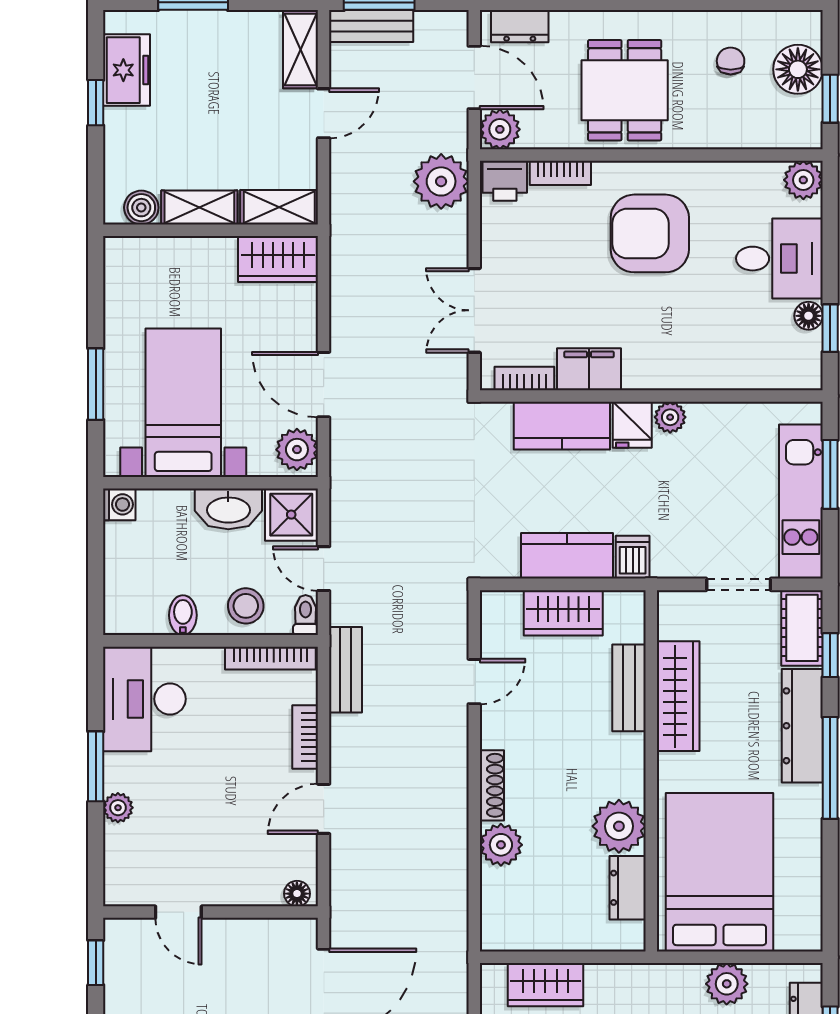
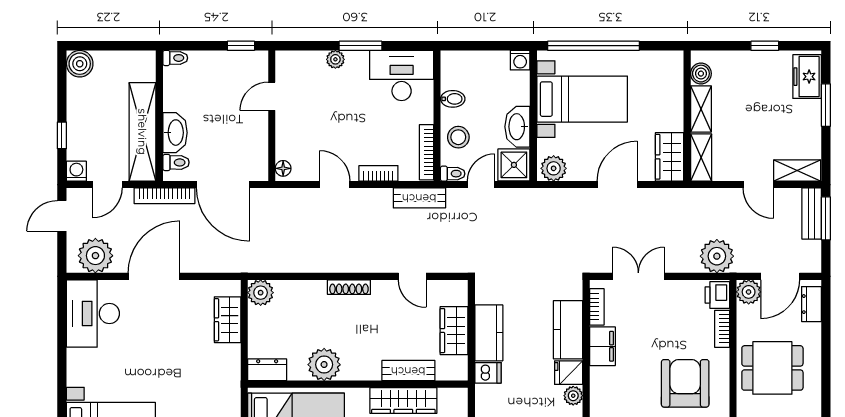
freezer: (127, 70) -> (807, 77), moved, turned 90
window: (96, 384) -> (593, 46), width x2.11
door: (324, 385) -> (617, 185), moved
plant: (501, 845) -> (261, 293), moved
dresser: (628, 888) -> (267, 370), moved

